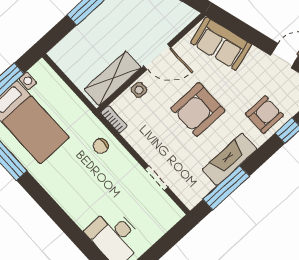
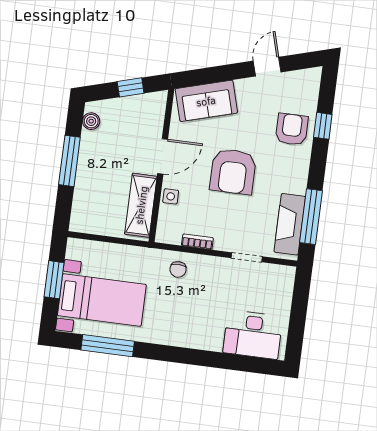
bookcase: (114, 119) -> (197, 242), moved
fireplace: (230, 159) -> (290, 224), moved

